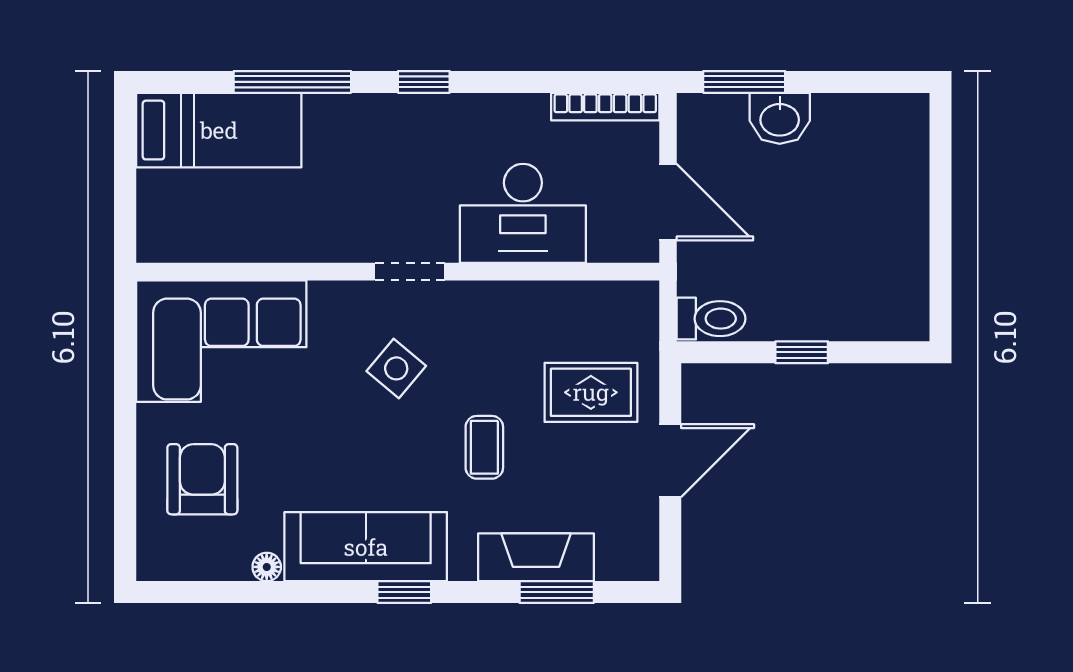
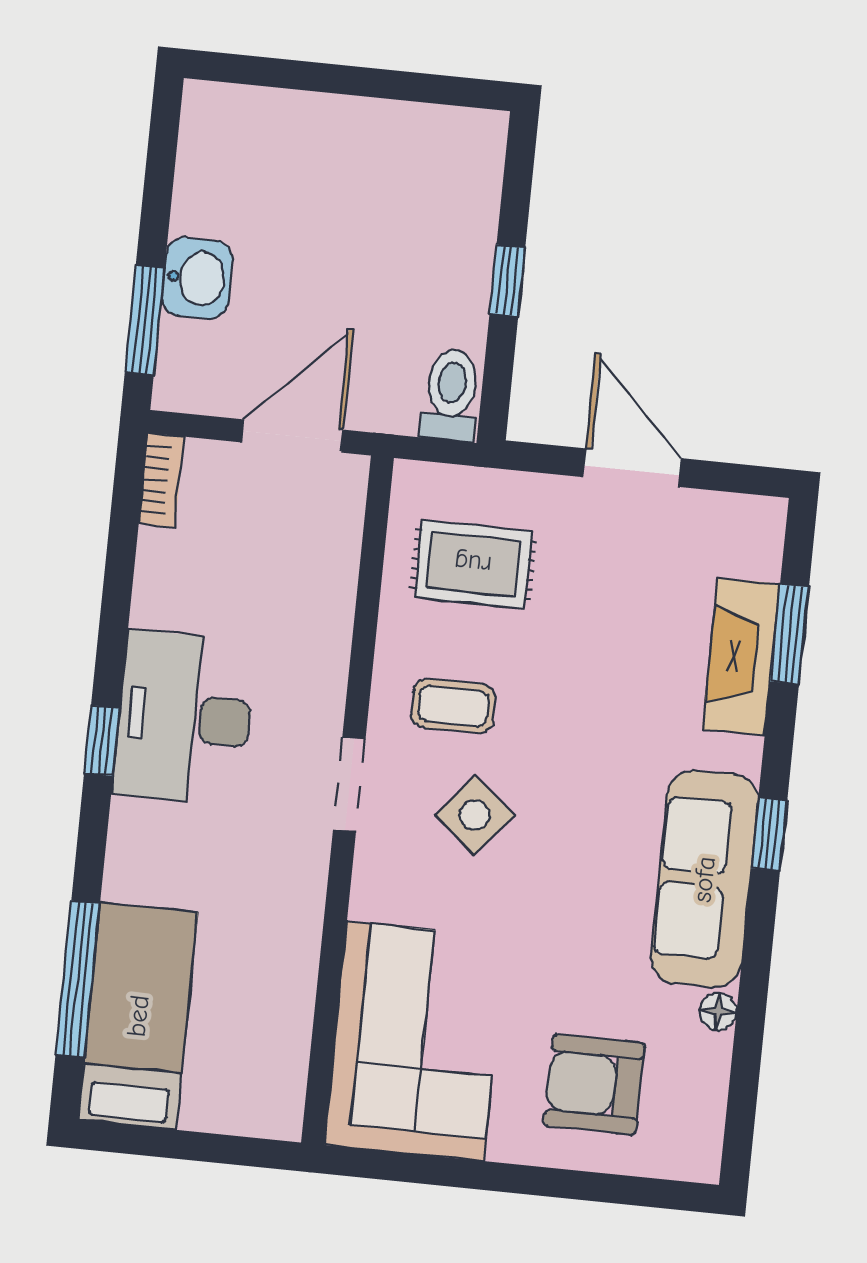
window: (292, 82) -> (78, 979), moved
bookcase: (605, 107) -> (161, 480), width x0.64
desk: (523, 213) -> (184, 718), moved, turned 180
rug: (591, 392) -> (473, 564), moved, turned 90
coffee table: (484, 447) -> (453, 706), moved

